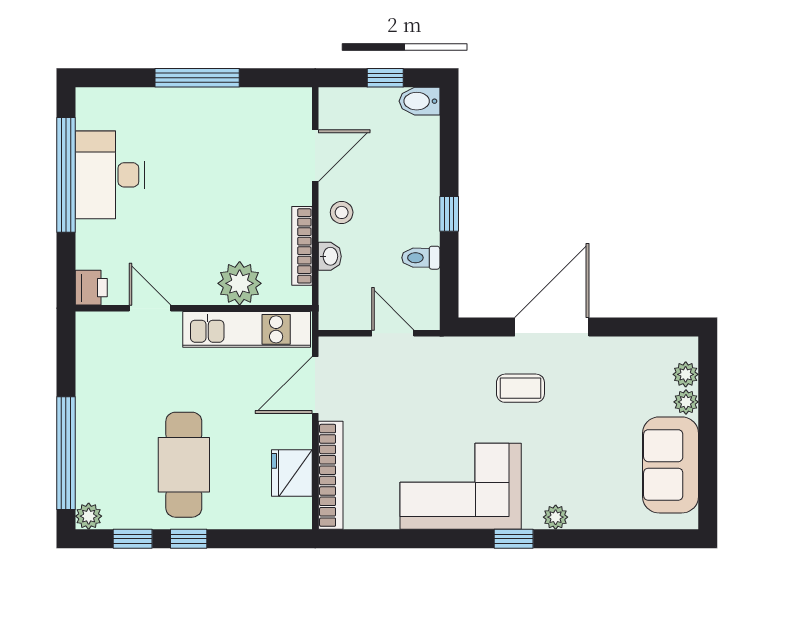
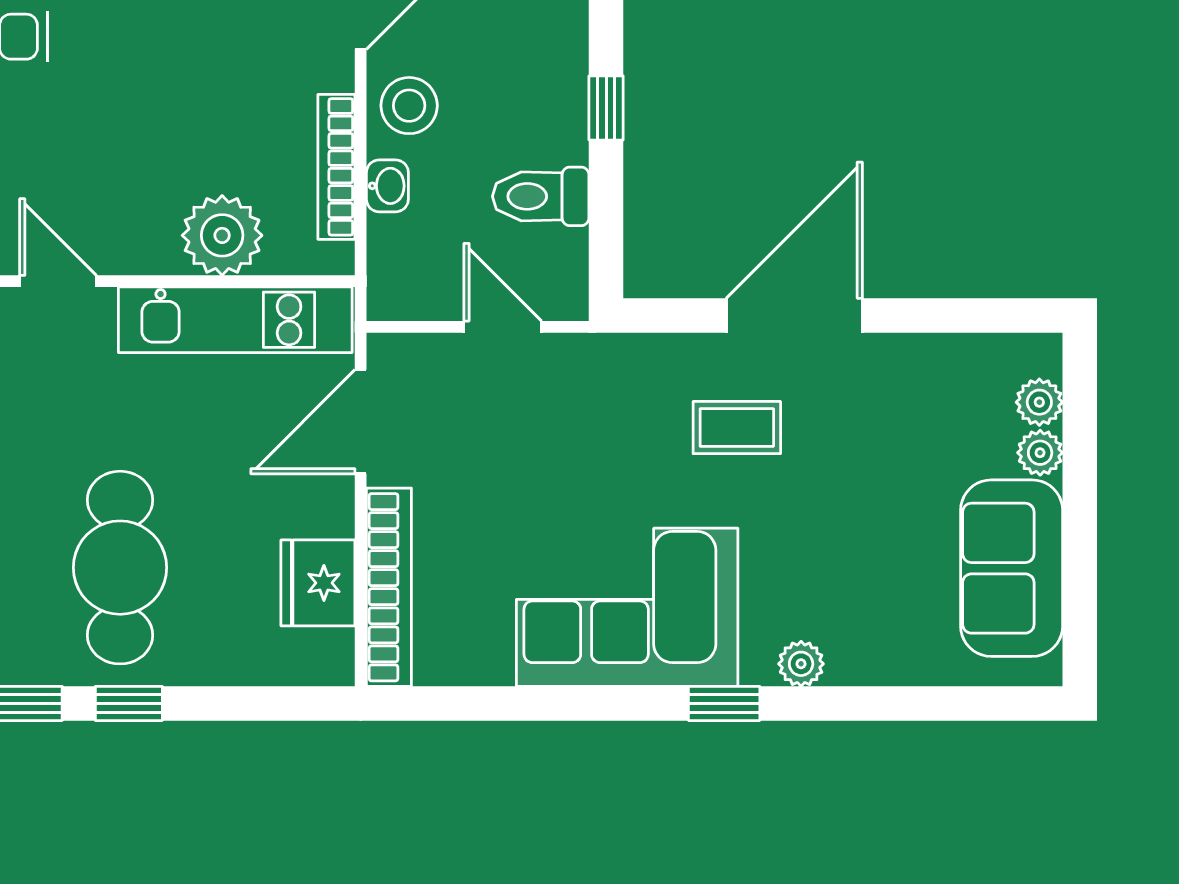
stool: (342, 212) -> (409, 106), width x1.37, depth x1.37
toilet: (421, 258) -> (541, 196), width x1.37, depth x1.39

